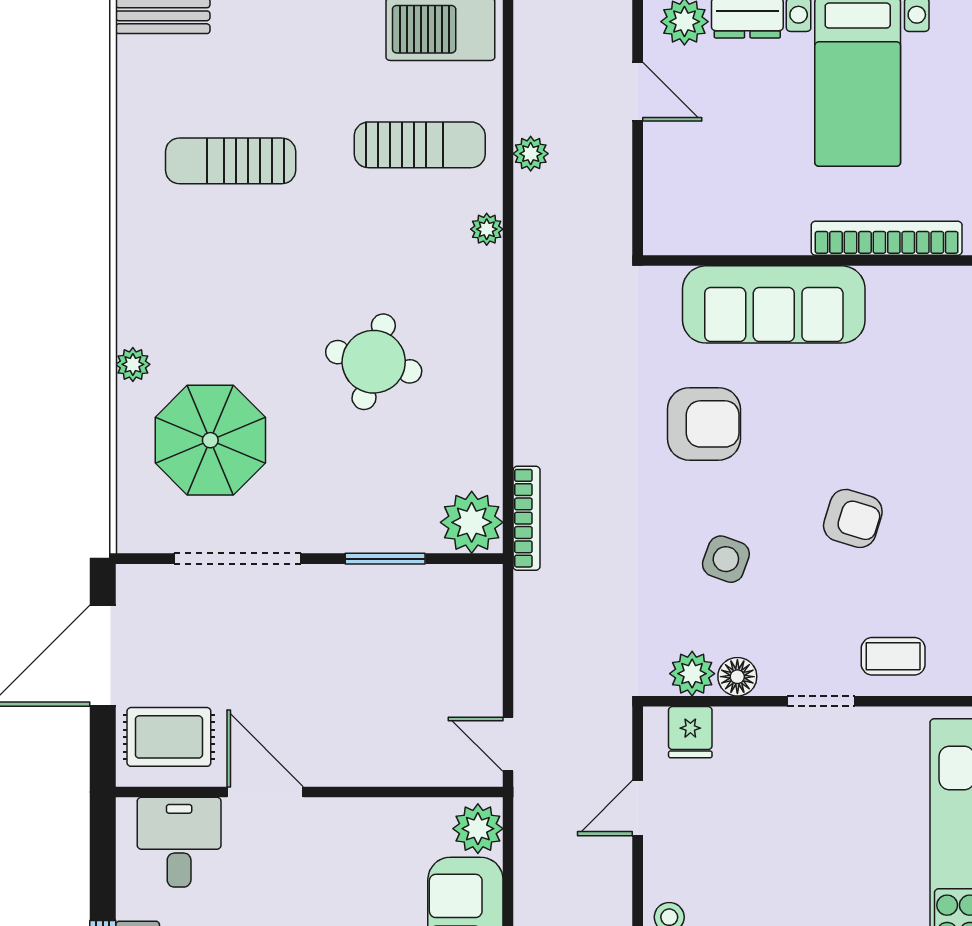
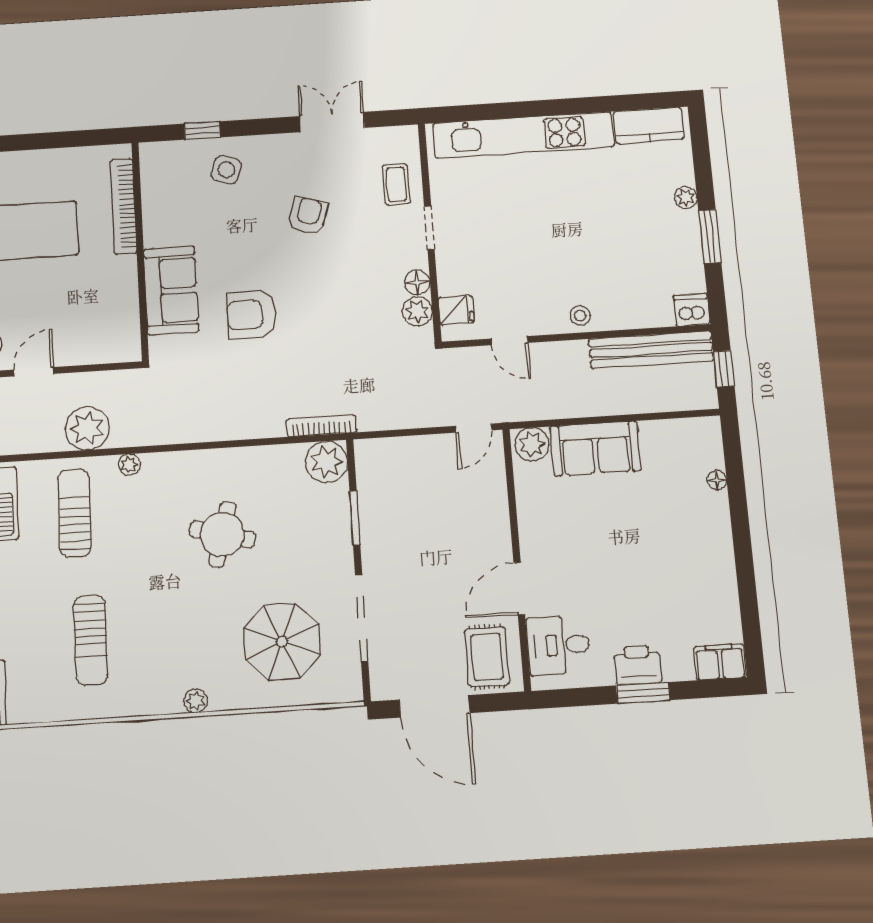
plant: (531, 154) -> (87, 428), width x1.88, depth x1.88
sofa: (774, 304) -> (171, 290), width x0.73
plant: (133, 364) -> (195, 701), moved
armchair: (704, 424) -> (252, 315), turned -90
side table: (726, 559) -> (226, 170), moved

